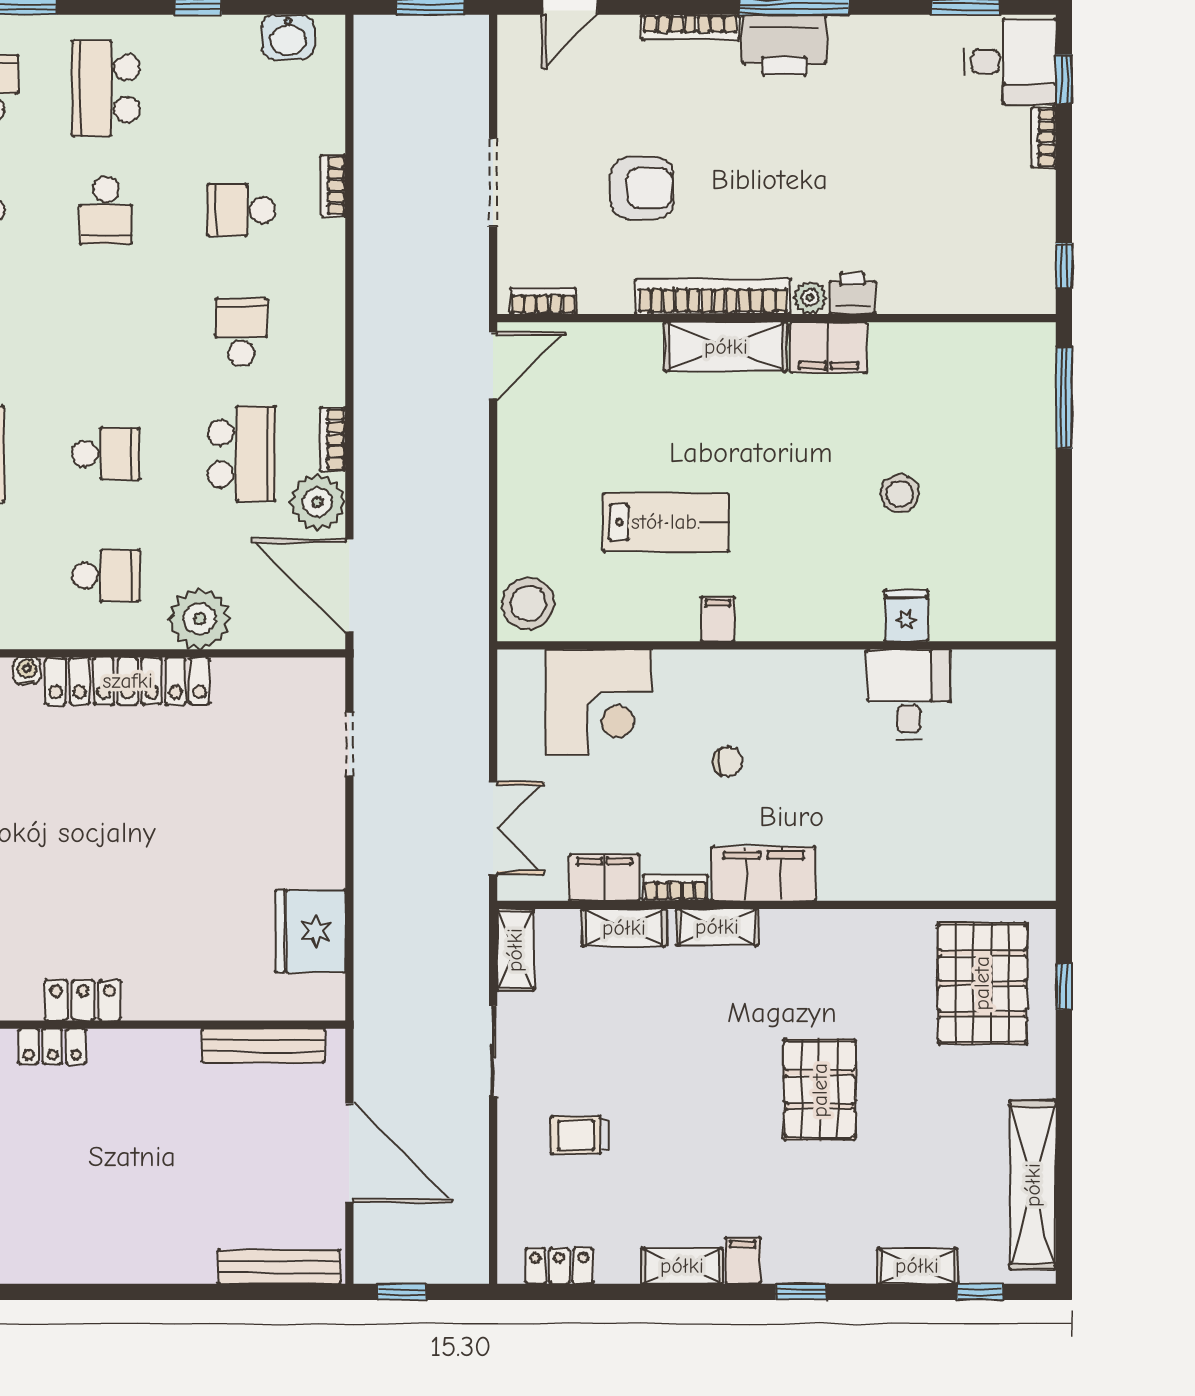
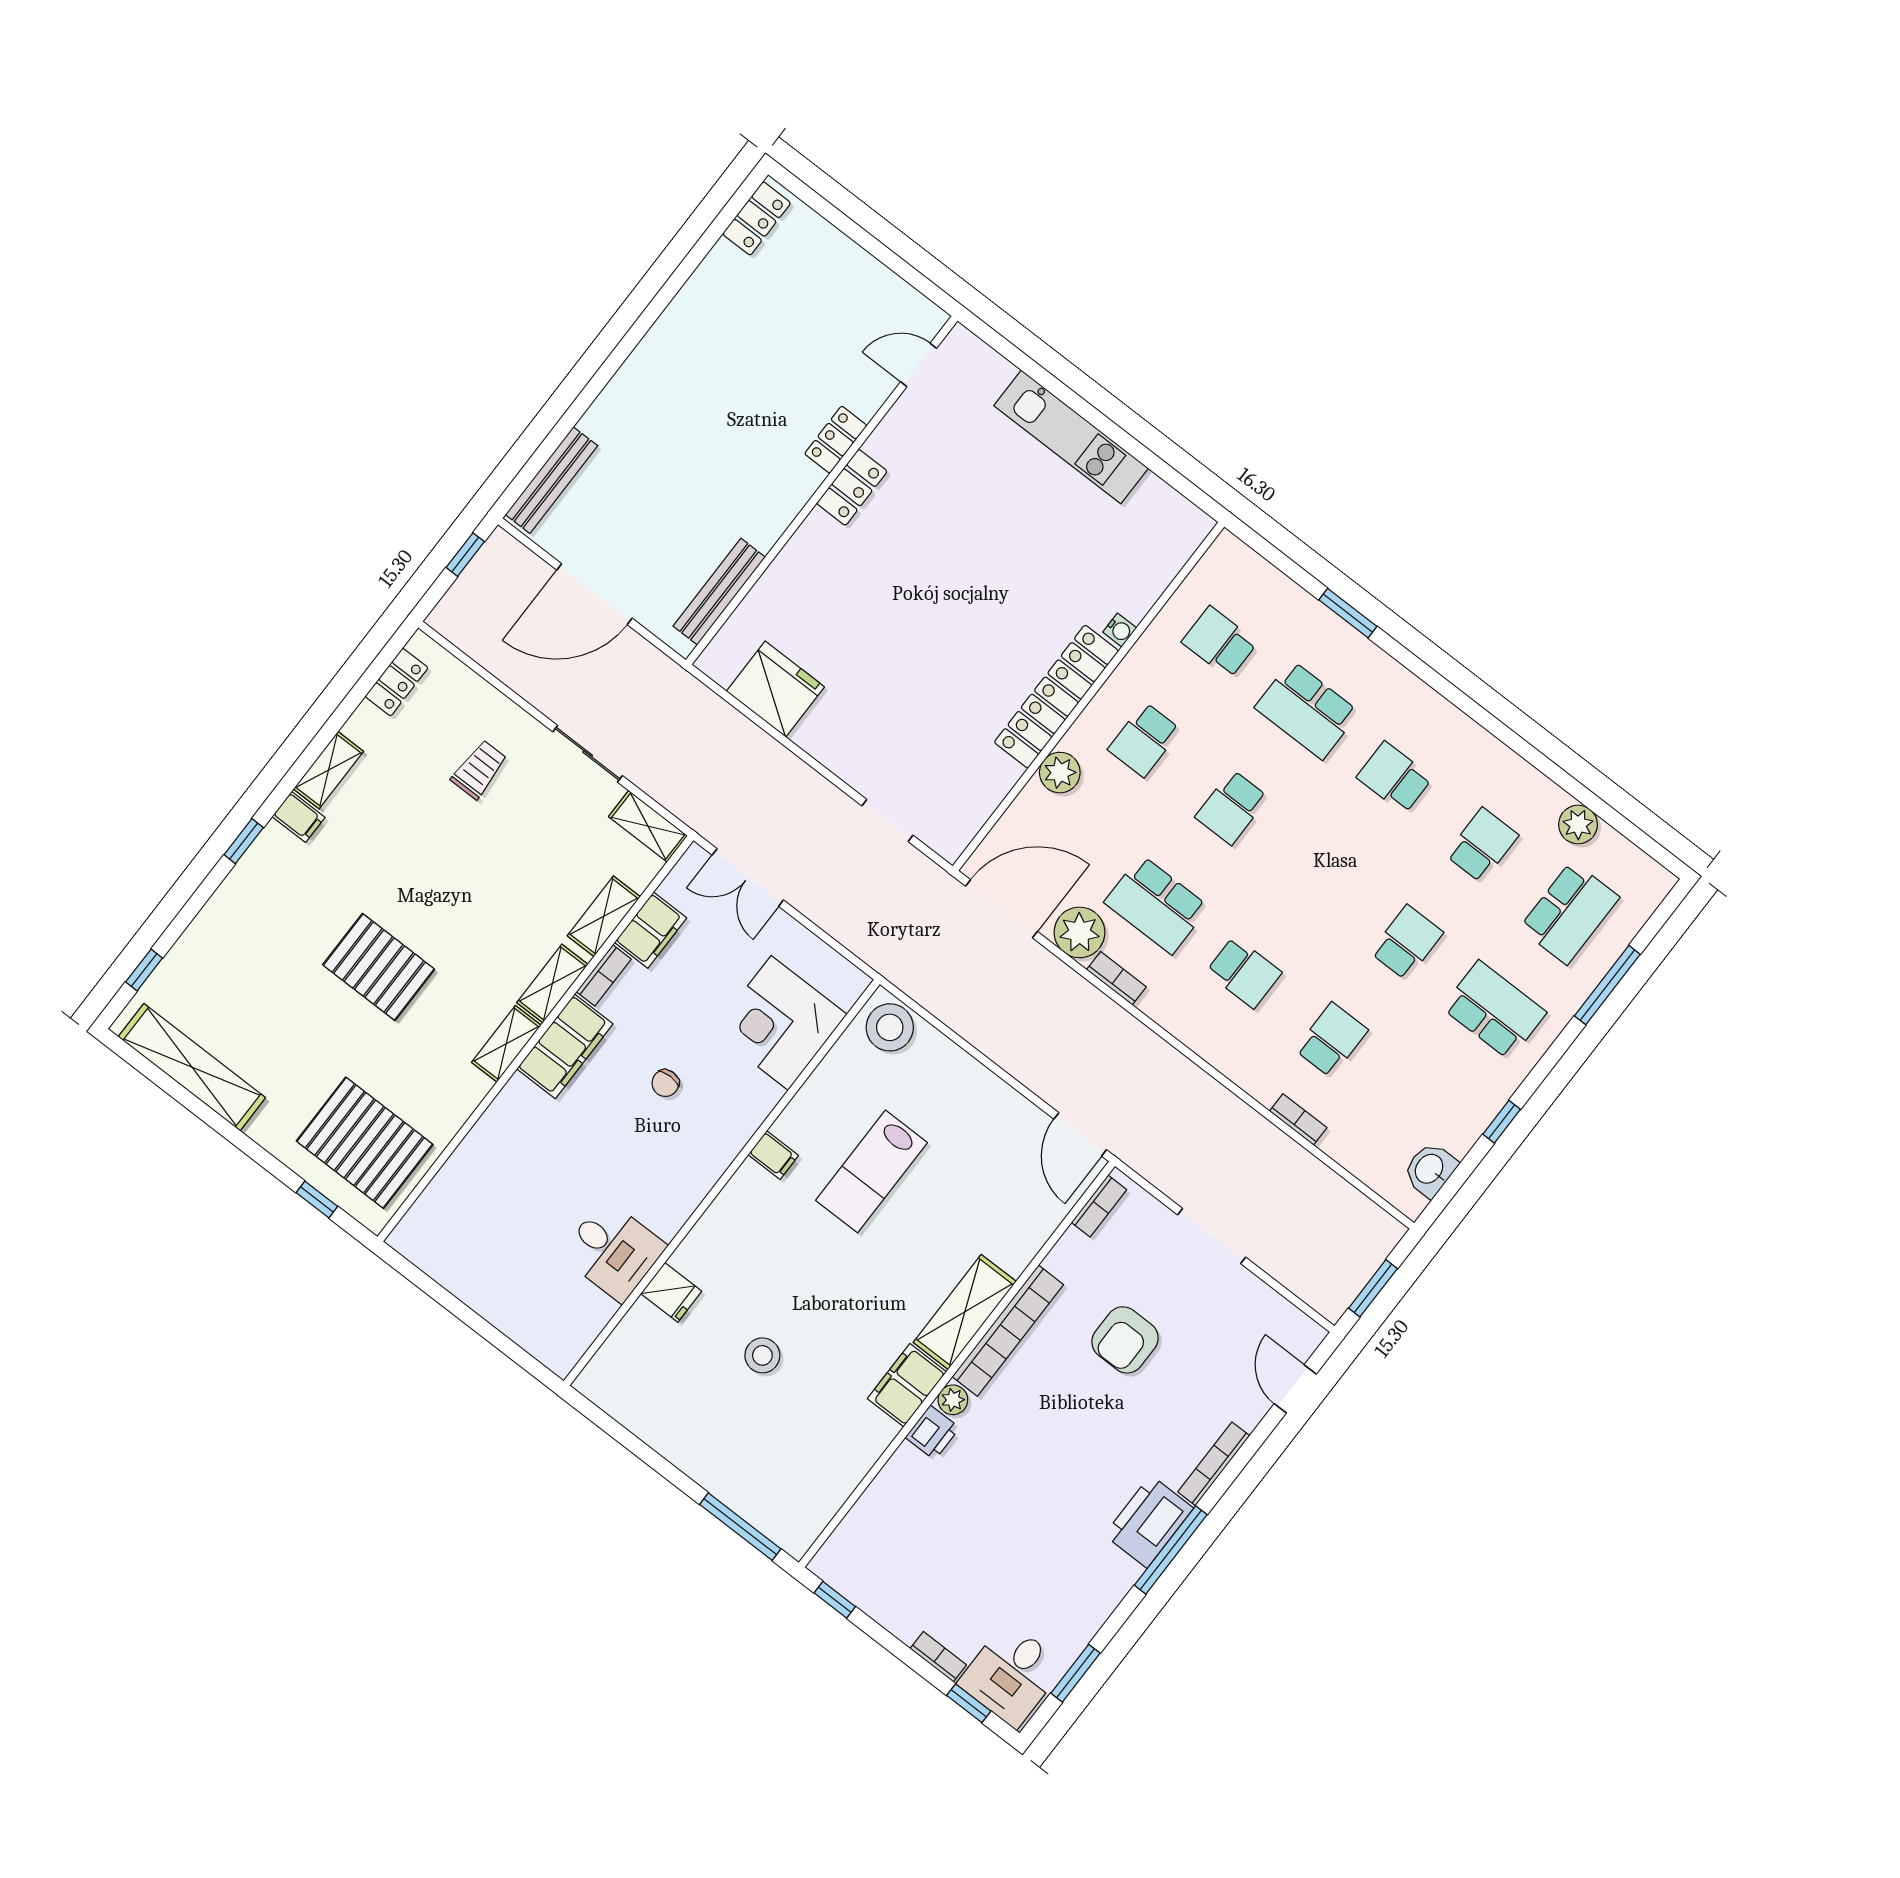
school desk: (106, 210) -> (1407, 942), turned 90
plant: (200, 619) -> (1060, 773), width x0.73, depth x0.73
shelving: (917, 1266) -> (506, 1044), moved

